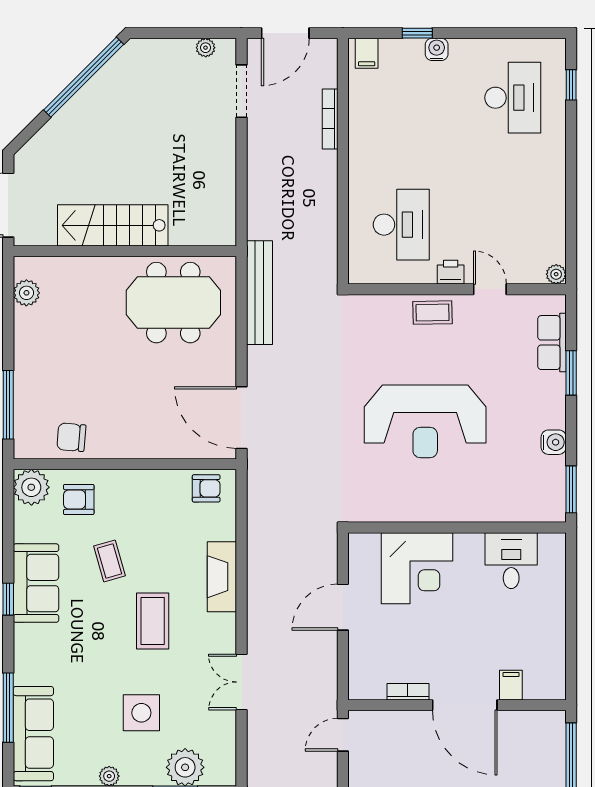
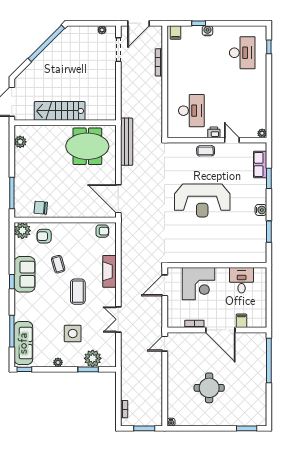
wall: (457, 528) -> (217, 265), moved
desk: (511, 561) -> (242, 280), moved
corner desk: (417, 568) -> (198, 284), moved

